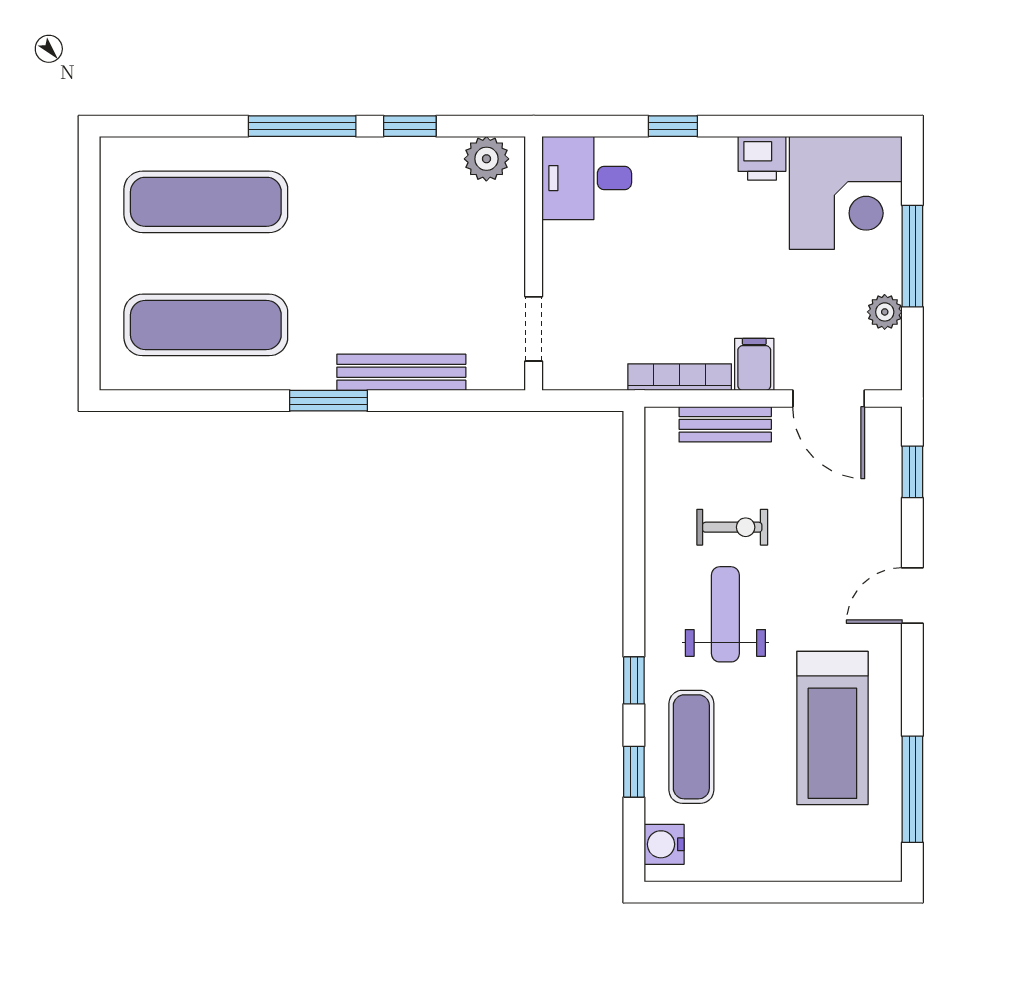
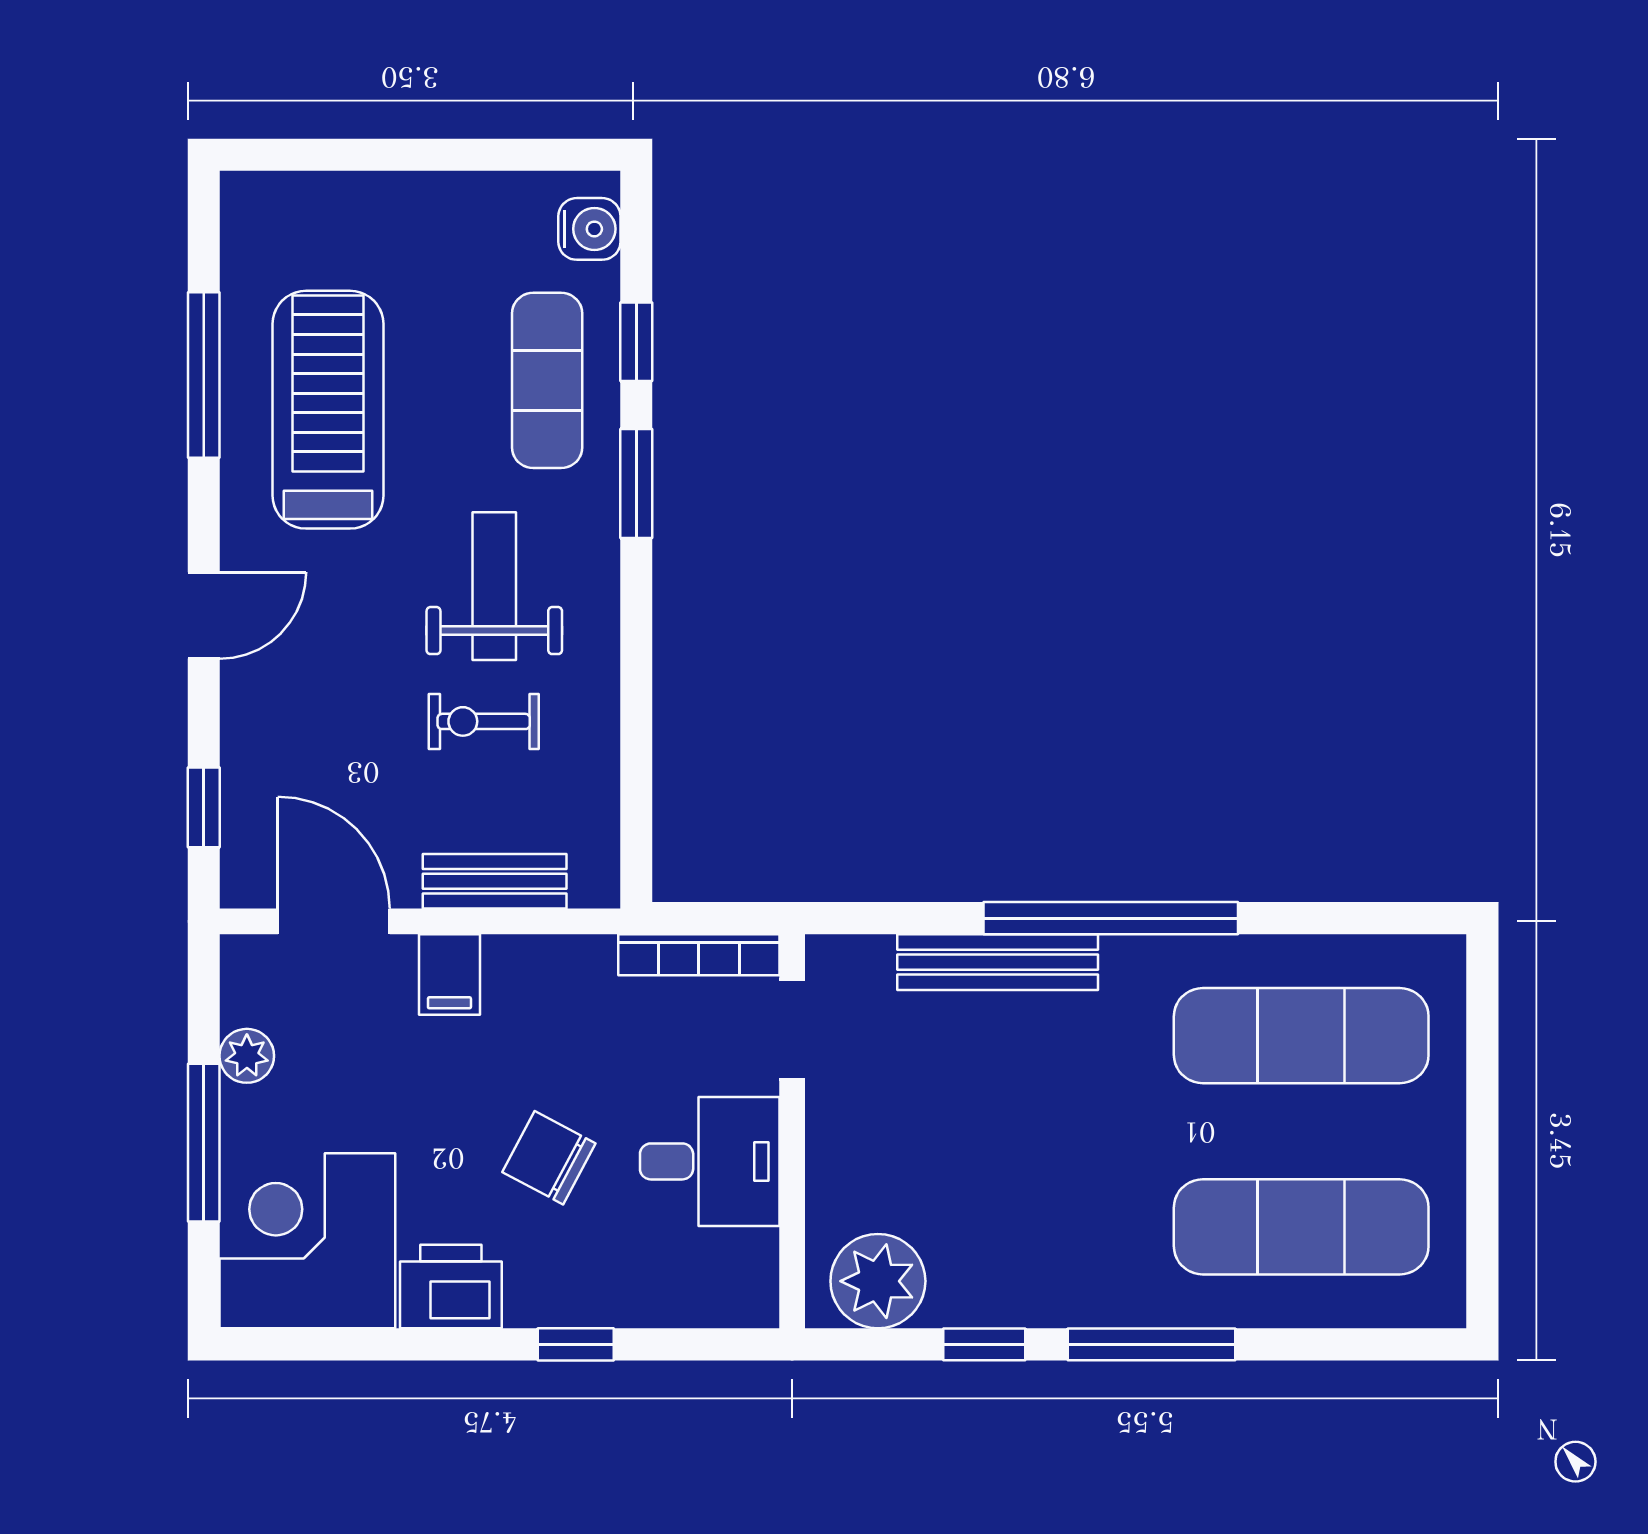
printer: (762, 158) -> (451, 1286), width x1.36, depth x1.24
plant: (486, 159) -> (878, 1281), width x1.36, depth x1.36
desk: (587, 178) -> (710, 1161), moved
chair: (690, 246) -> (549, 1158), added
bookcase: (680, 377) -> (699, 955), moved
window: (329, 401) -> (1111, 918), width x2.11
weight bench: (725, 614) -> (494, 586), turned 180
window: (634, 680) -> (636, 484), width x1.50
window: (912, 789) -> (204, 375), moved

